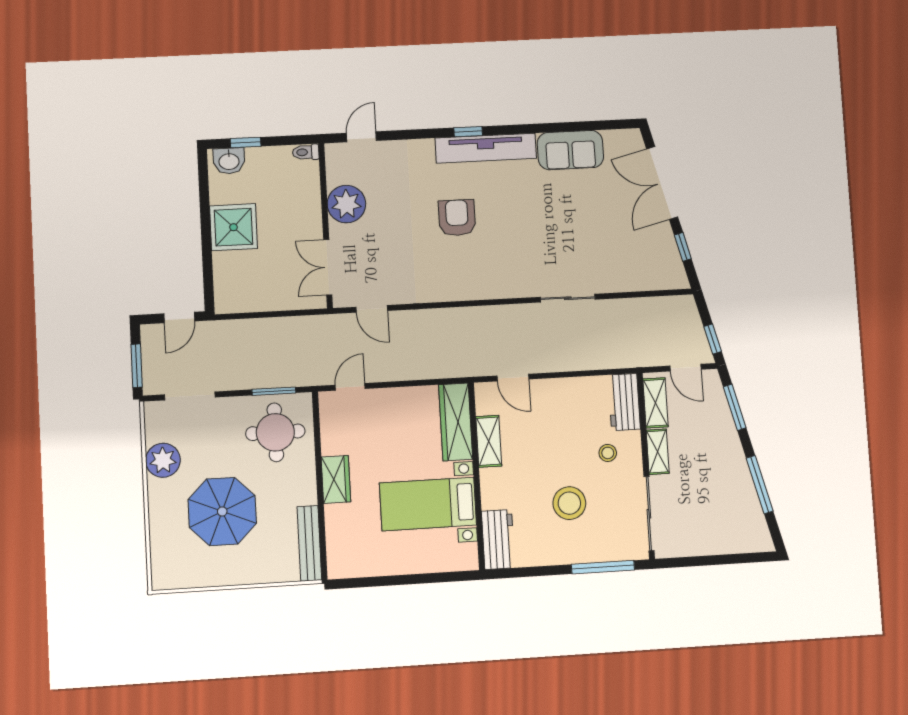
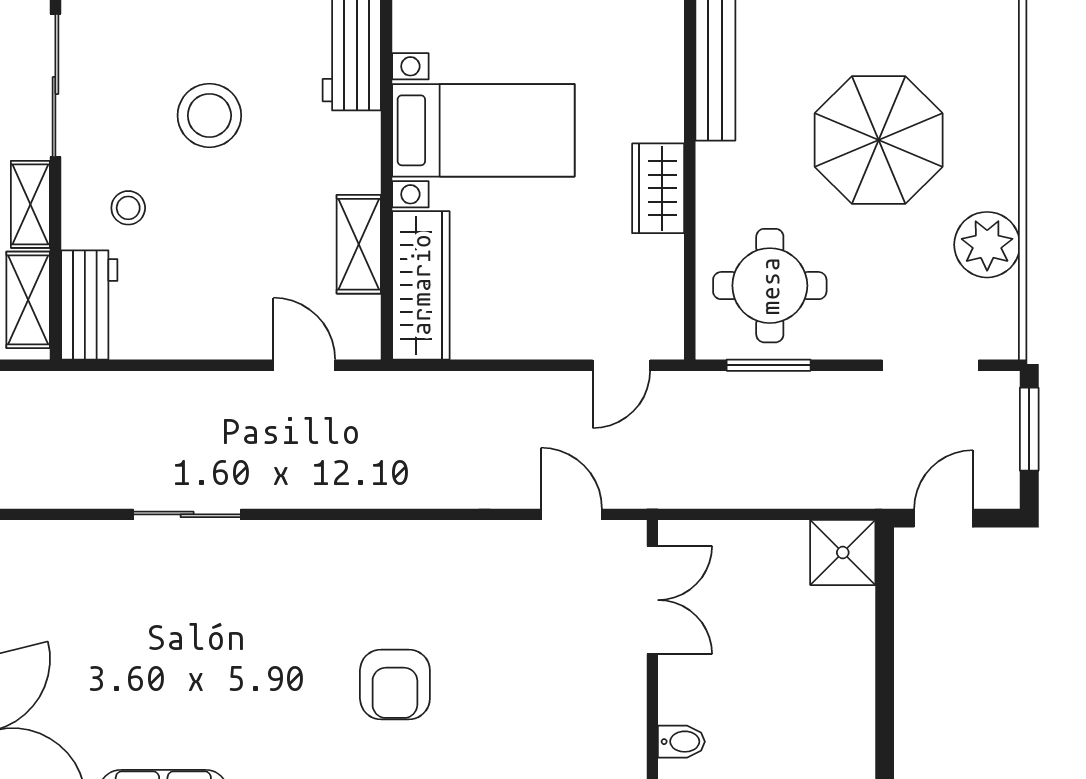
bidet: (309, 196) -> (681, 742), added
plant: (346, 204) -> (610, 722), removed
shower: (234, 227) -> (843, 553), moved, width x0.73, depth x0.73

